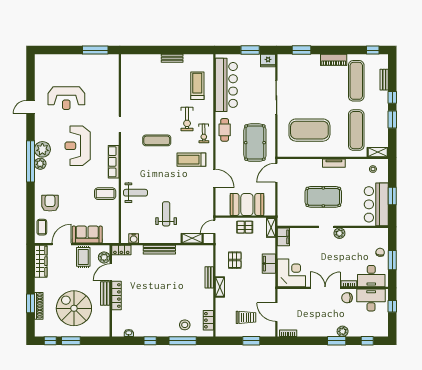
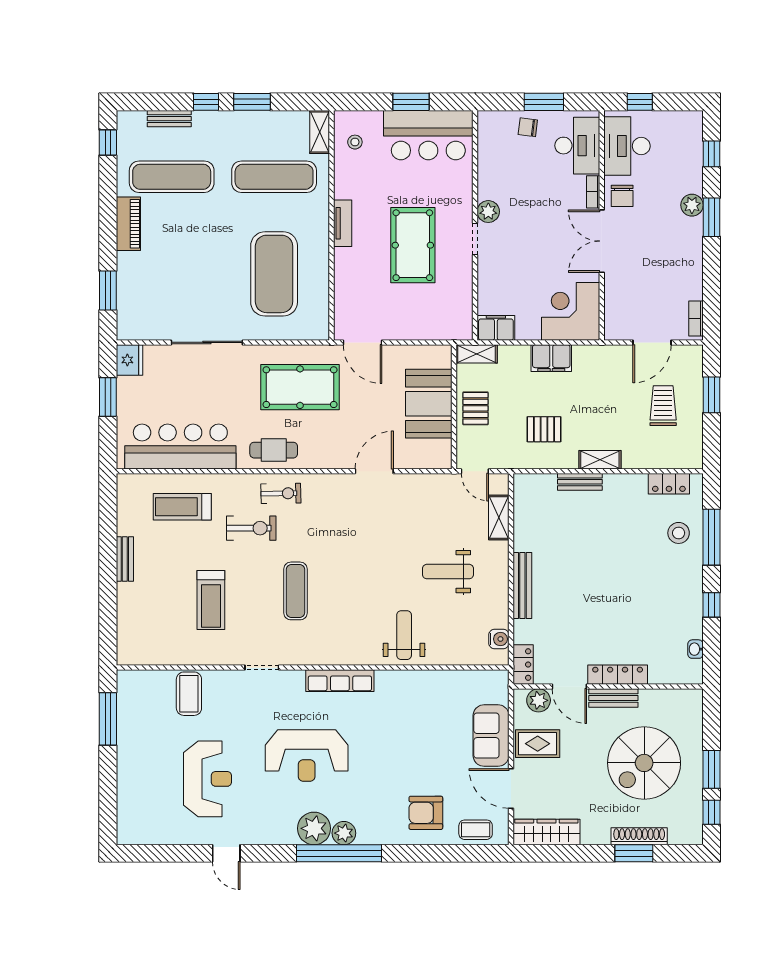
treadmill: (191, 160) -> (211, 600), moved
coffee table: (105, 194) -> (189, 694), moved

